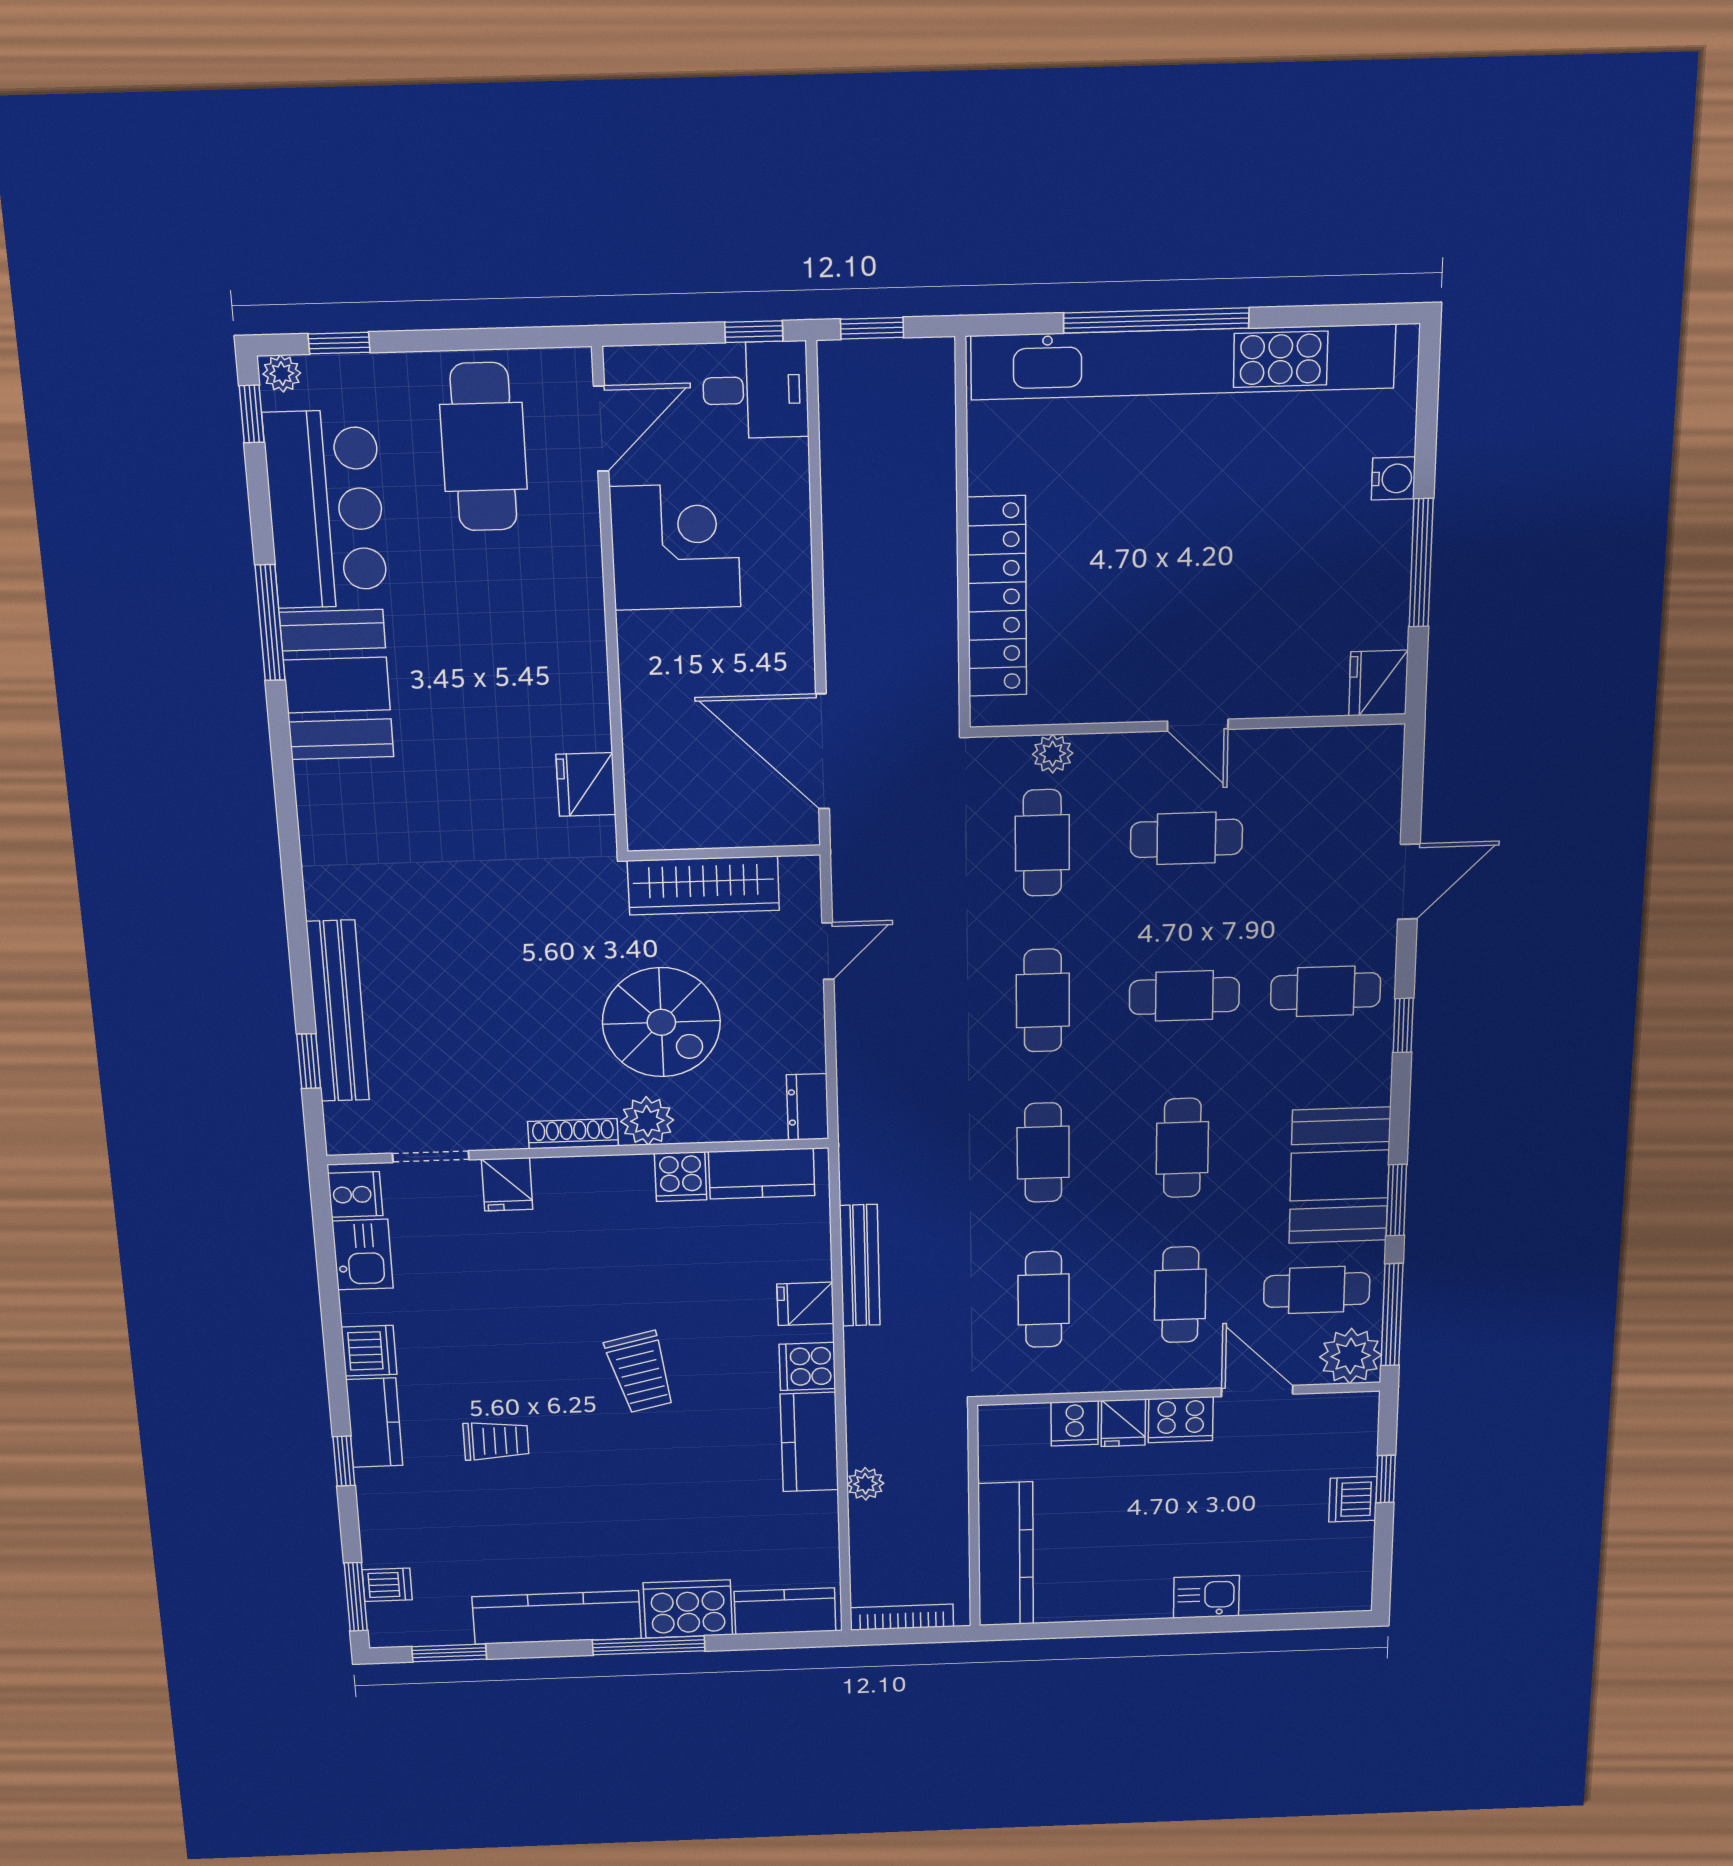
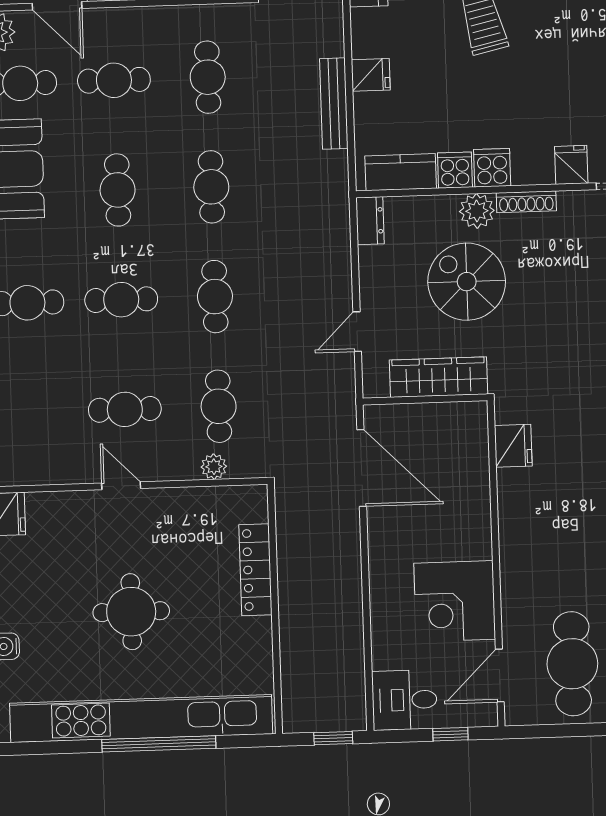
window: (754, 332) -> (450, 734), moved
round table: (1191, 532) -> (131, 612), added
locker: (997, 597) -> (255, 570), width x0.71, depth x0.83
cafe table: (1180, 1295) -> (114, 80), turned 90
cooker: (807, 1366) -> (492, 168), moved, turned -90

